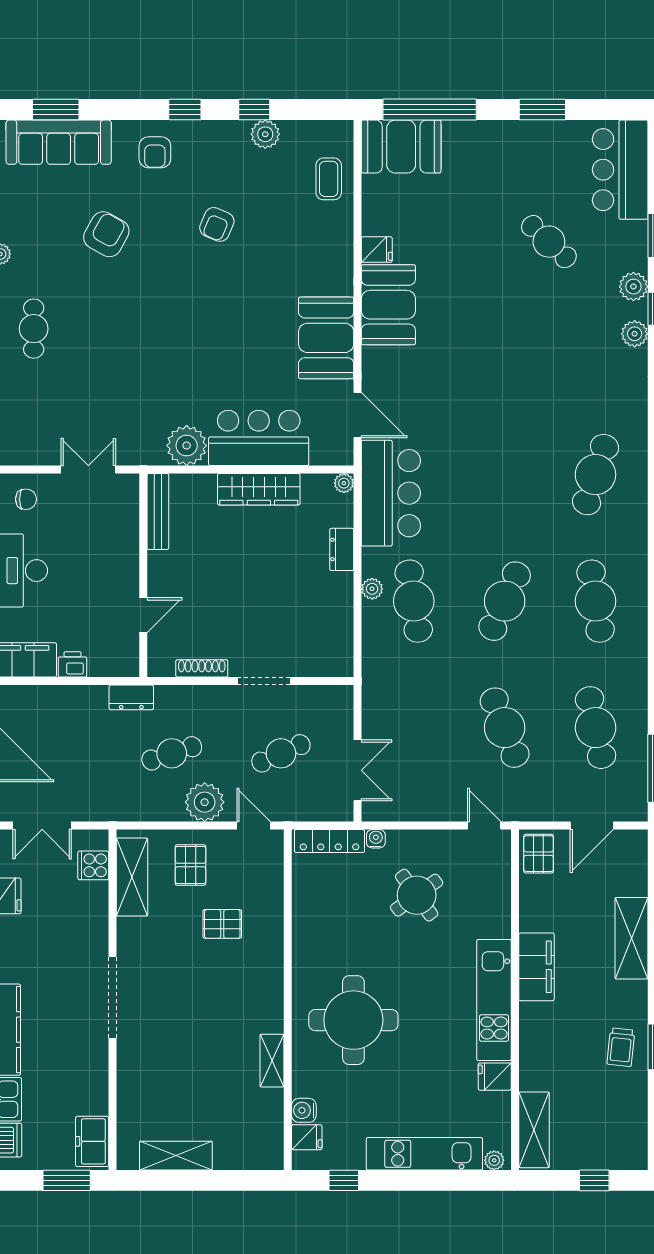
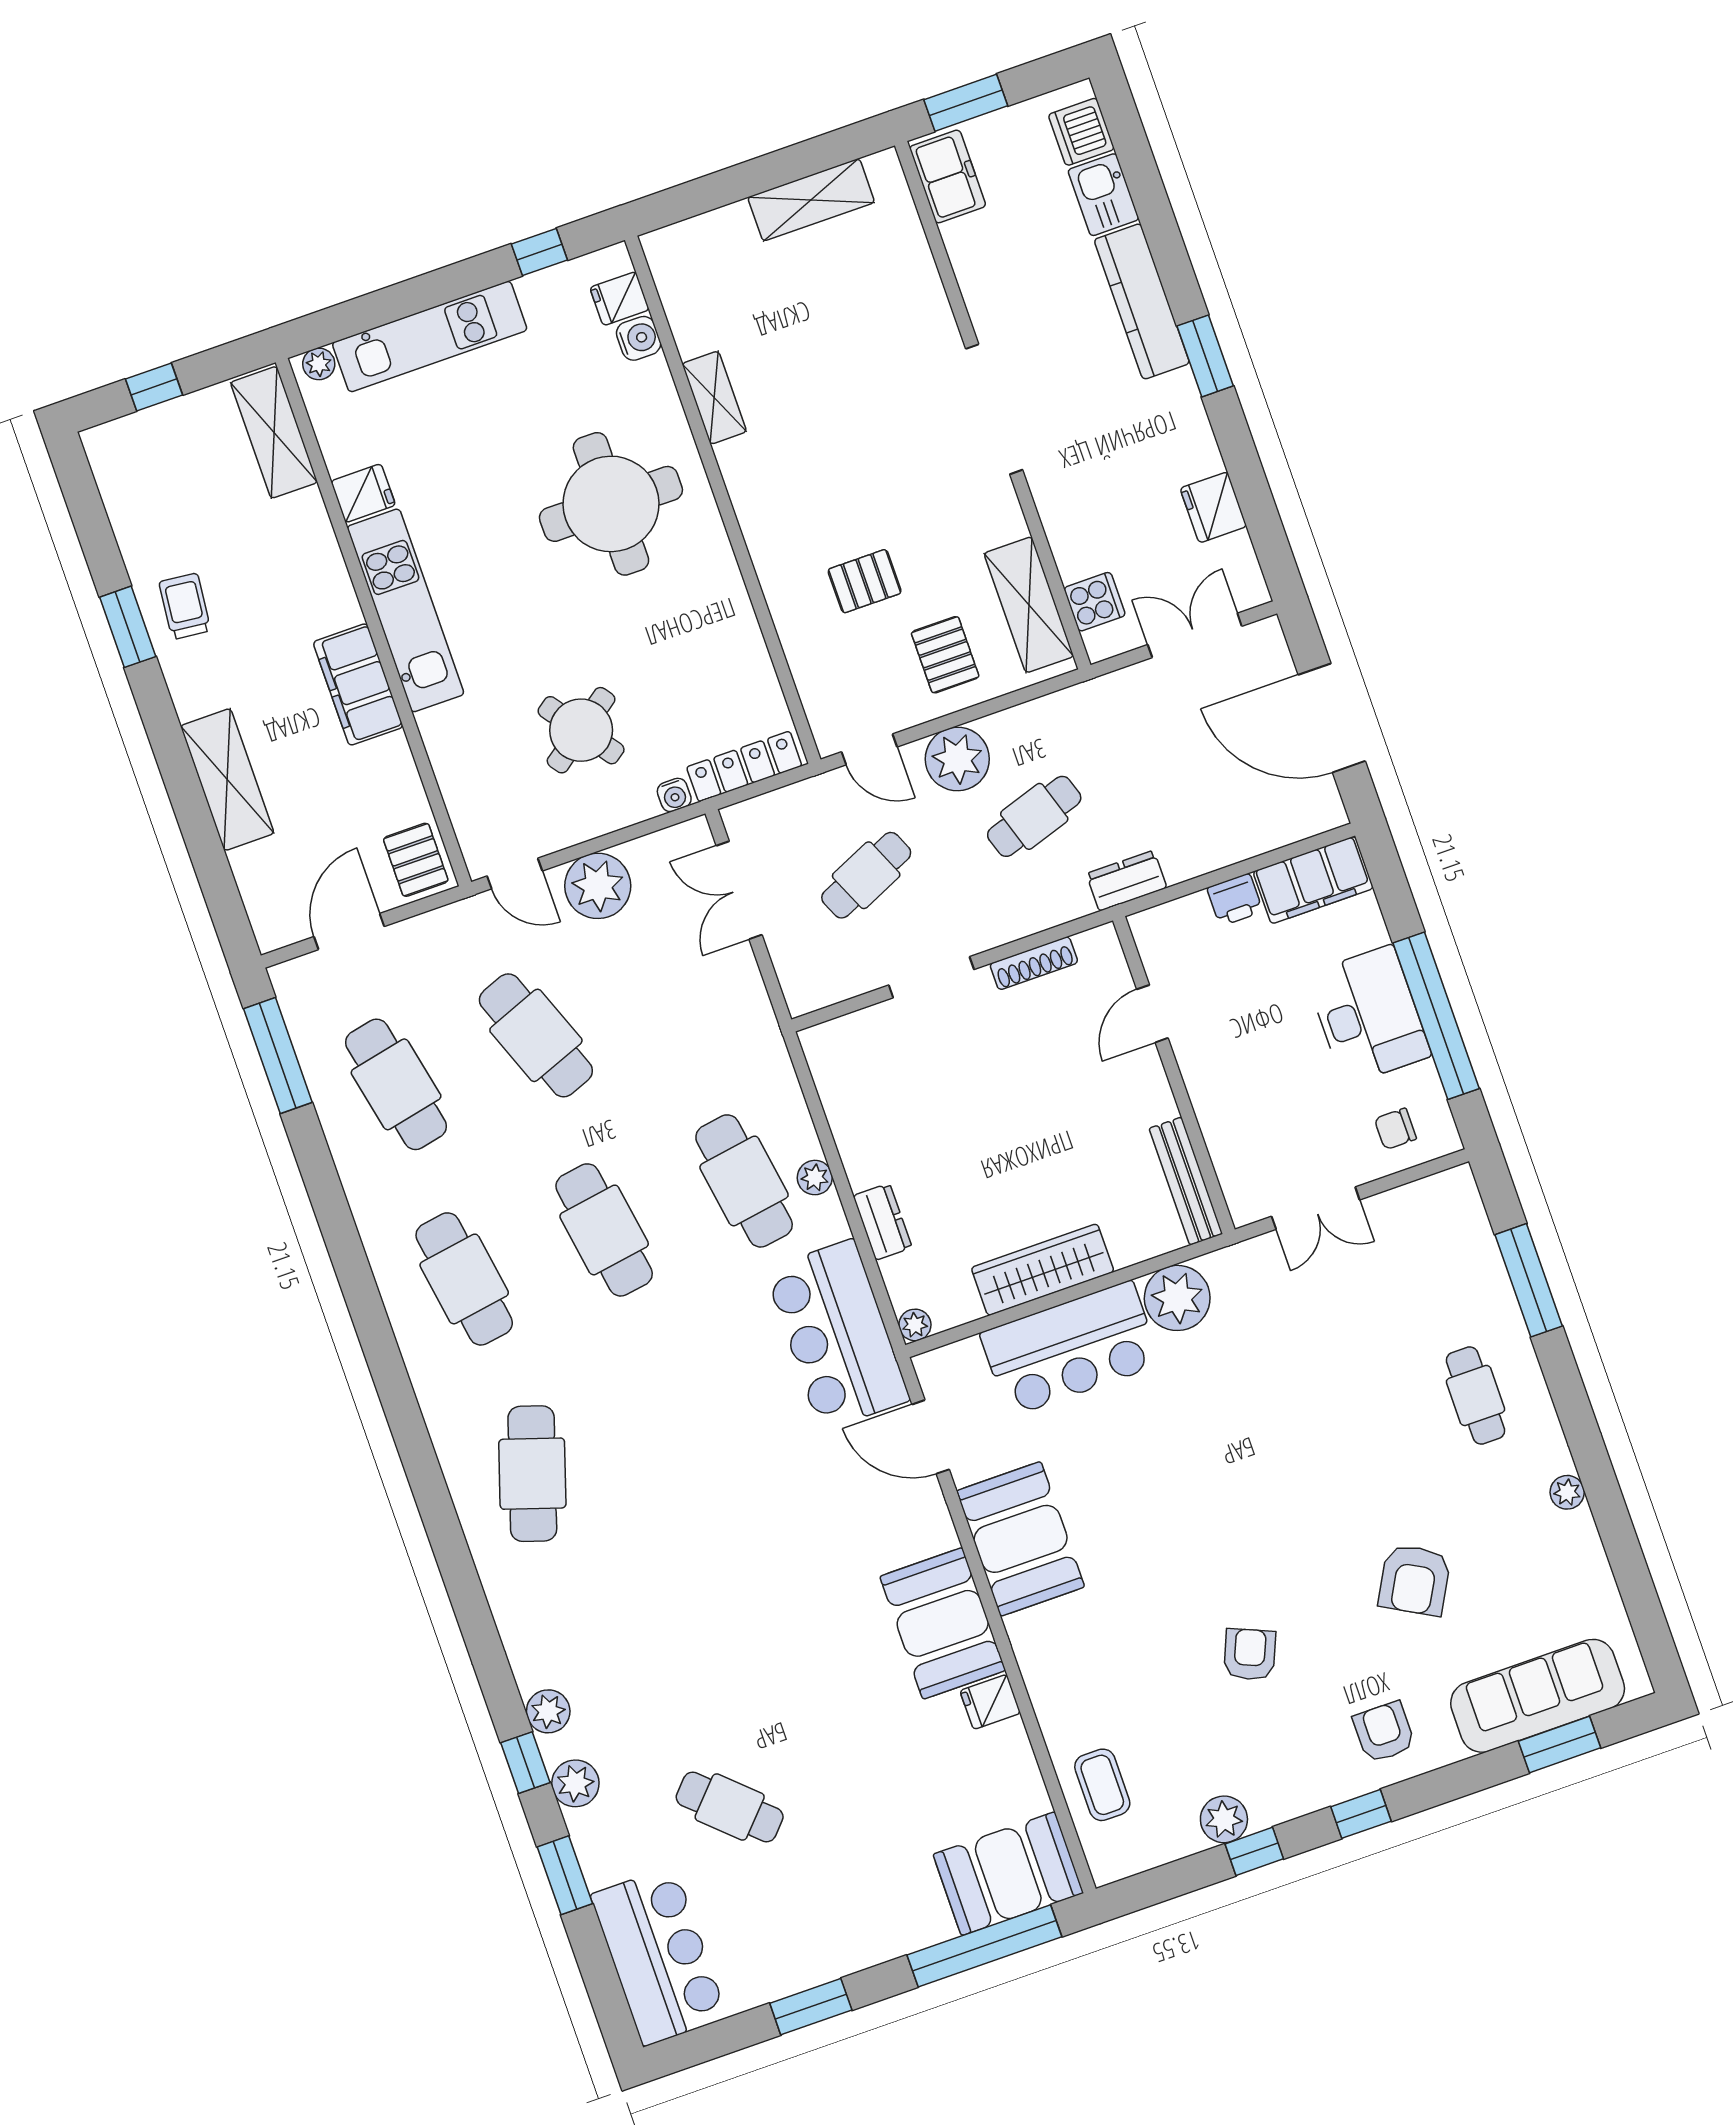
cafe table: (505, 601) -> (604, 1230), turned -33
plant: (439, 802) -> (598, 886), added

